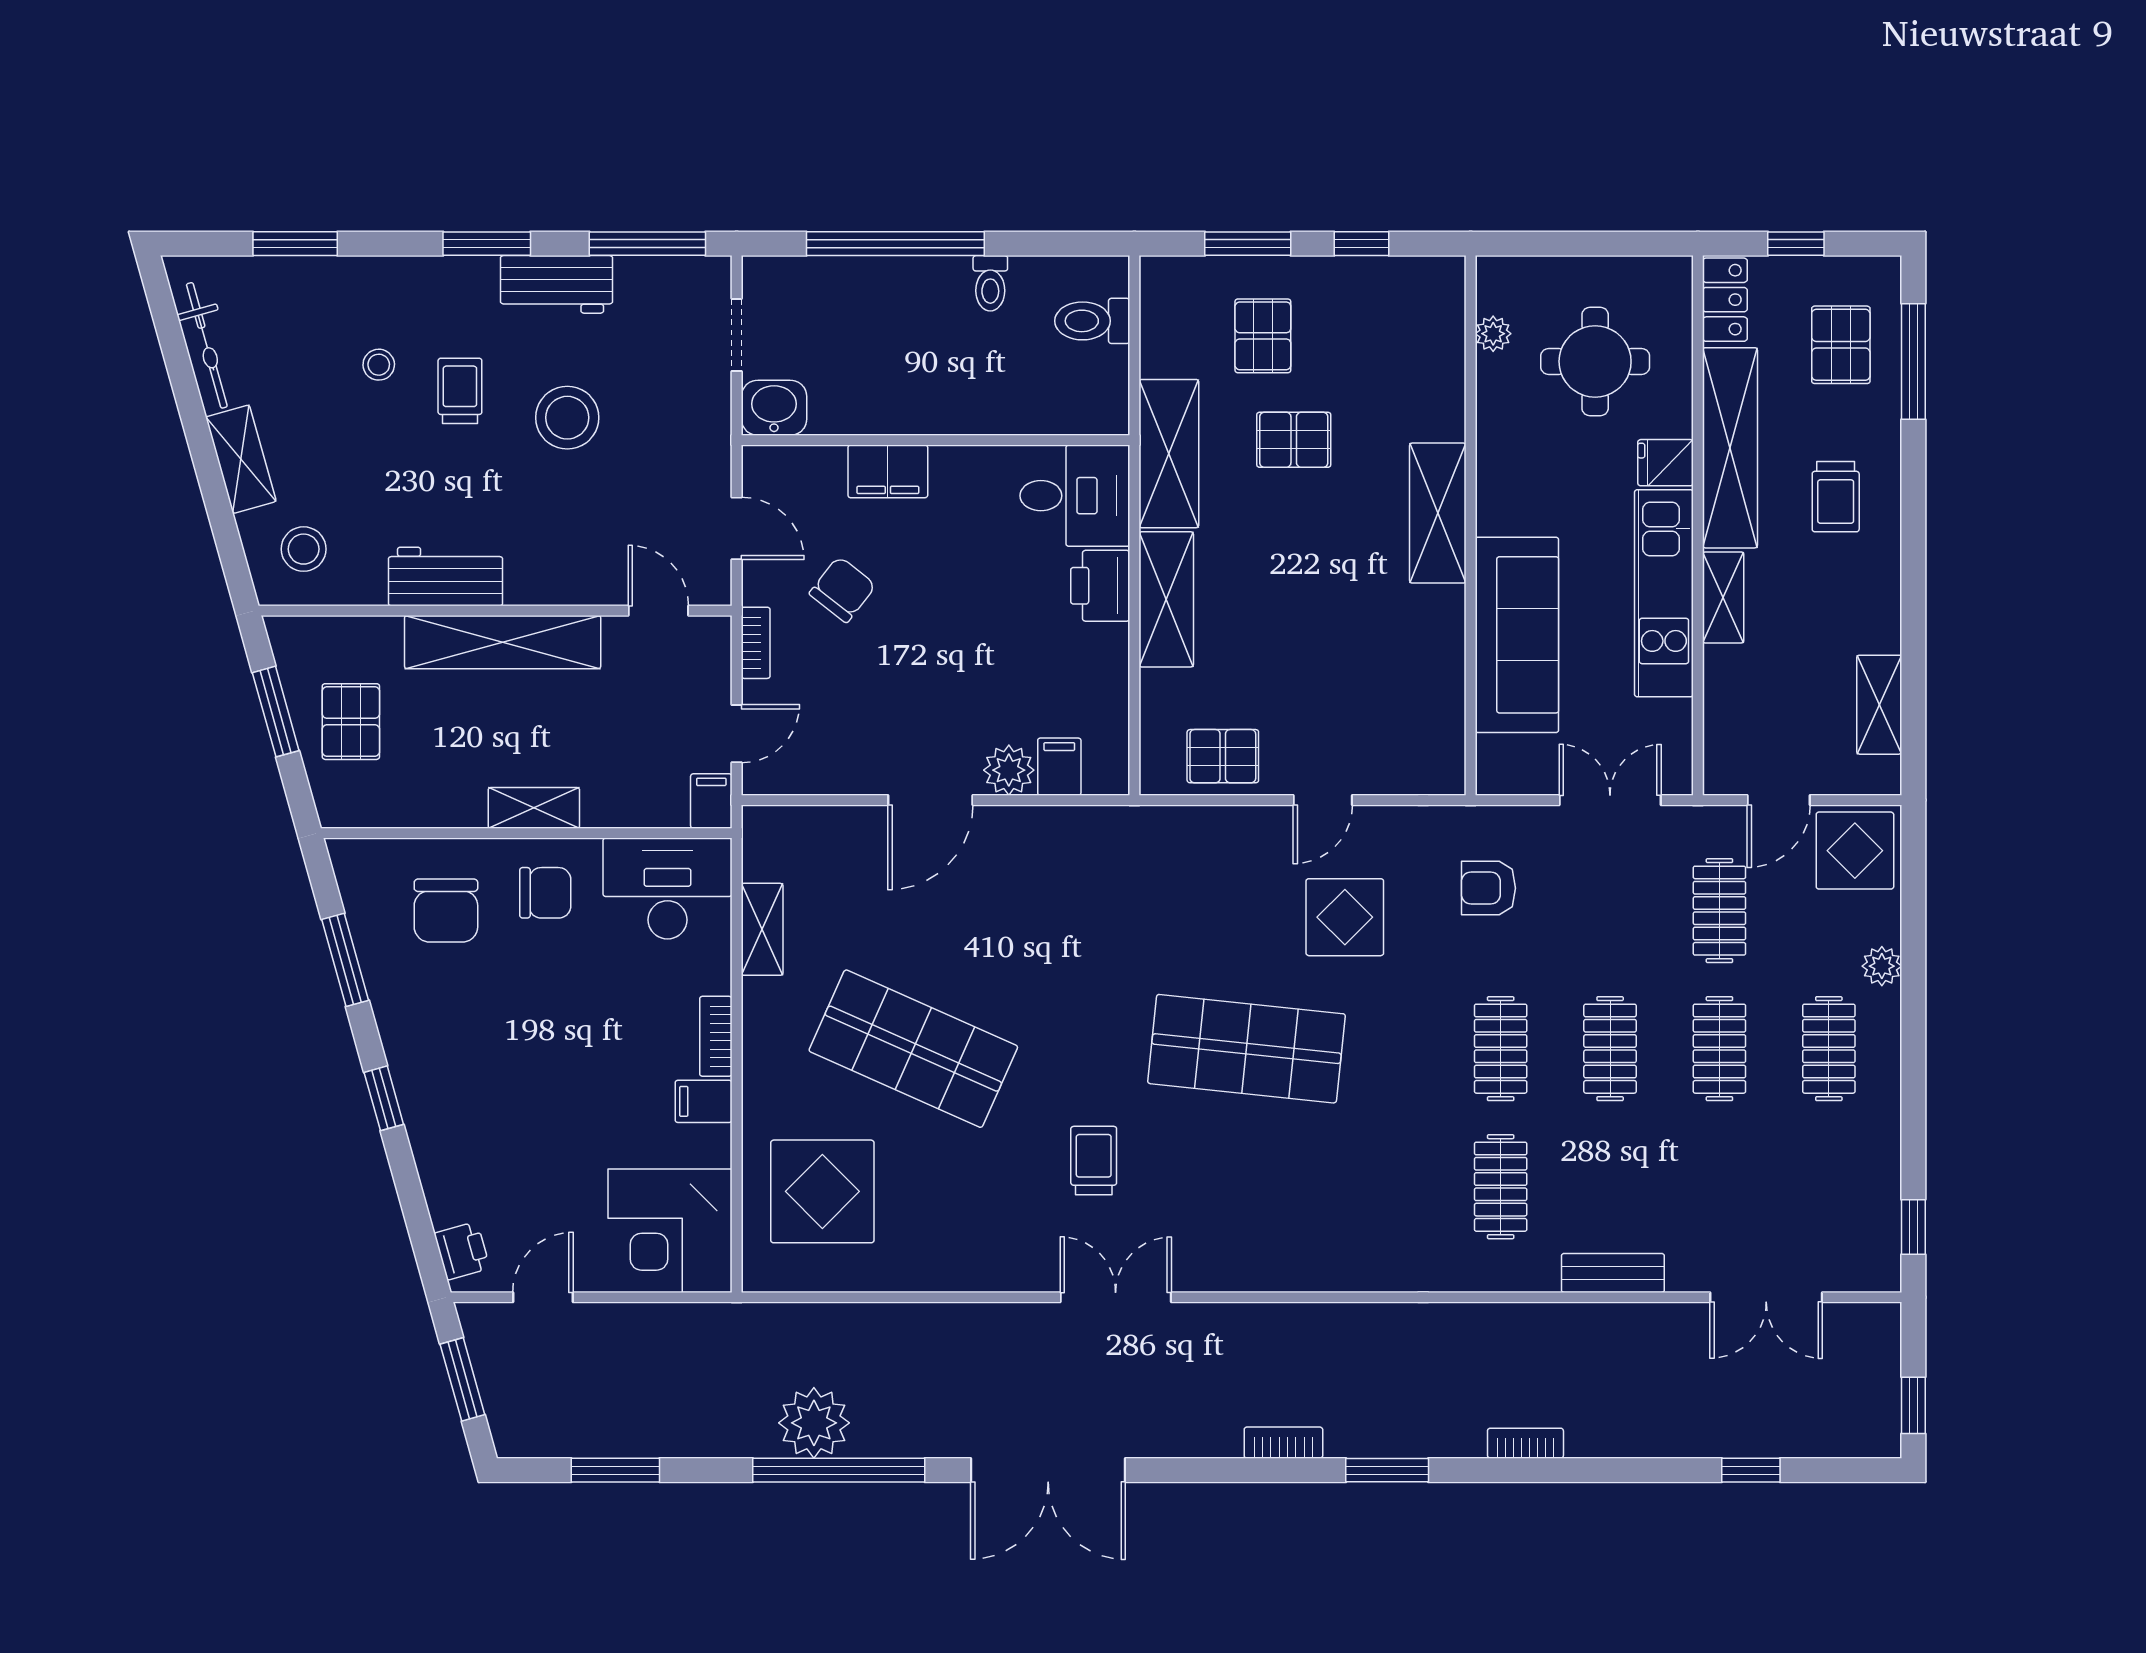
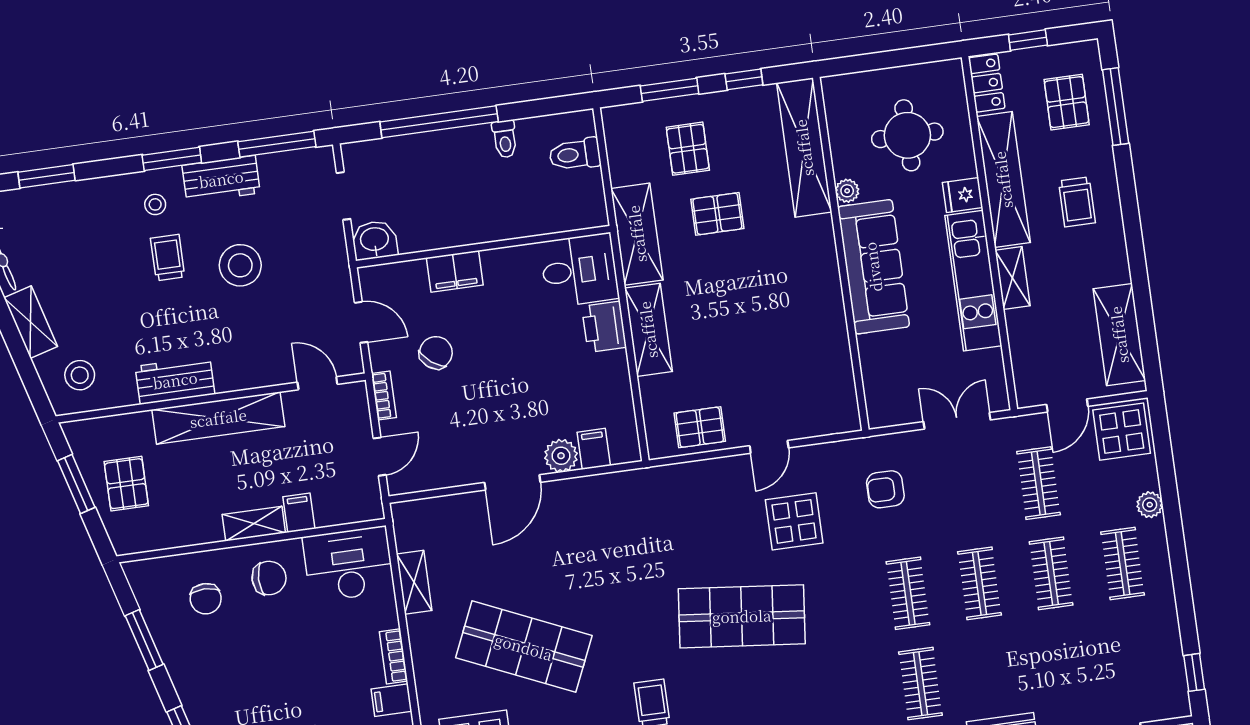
plant: (1493, 334) -> (847, 191), moved
stool: (379, 365) -> (155, 204), moved
shelving: (1438, 513) -> (804, 148), moved, width x1.47
sofa: (1517, 635) -> (873, 267), moved
shelving: (1879, 705) -> (1119, 335), width x1.50, depth x1.33
filing cabinet: (711, 801) -> (299, 513), moved
chair: (446, 911) -> (206, 599), width x0.73, depth x0.73

